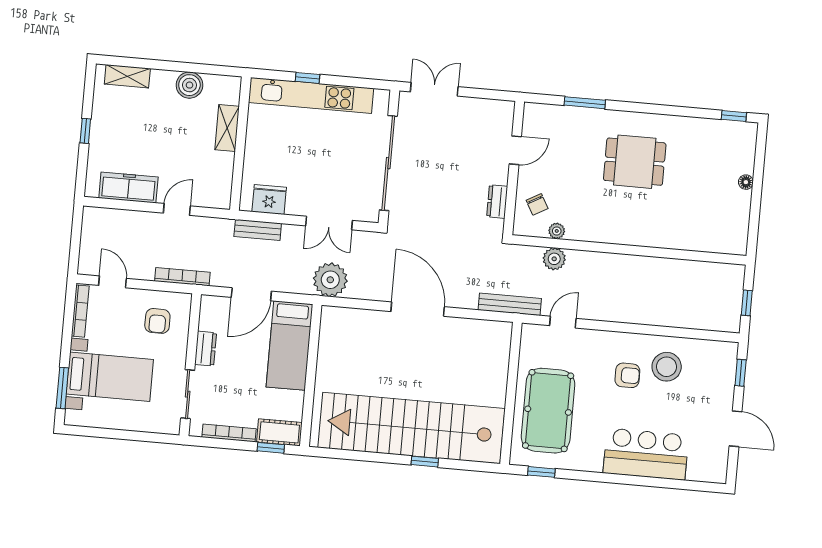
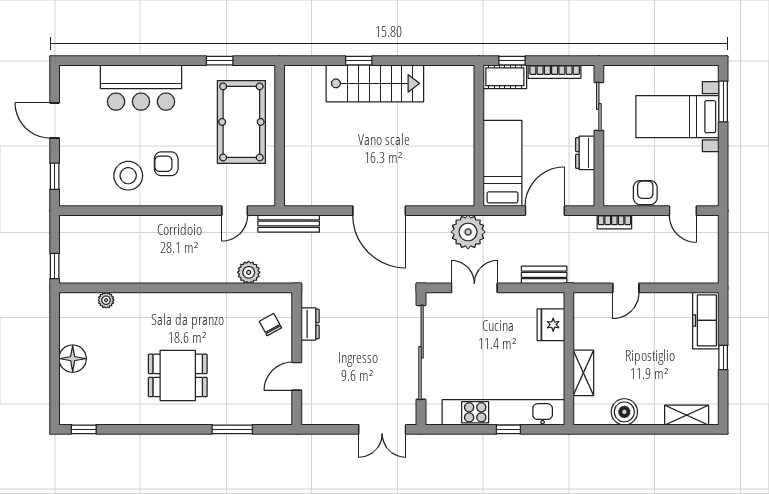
floor lamp: (746, 182) -> (73, 359), width x1.89, depth x1.89
freezer: (128, 188) -> (706, 320), moved, turned 90
fridge: (269, 200) -> (551, 325), moved, turned 90
plant: (557, 231) -> (106, 300), moved
bookcase: (182, 277) -> (614, 222), width x0.64
window: (747, 303) -> (55, 266), moved
bookcase: (80, 311) -> (712, 179), removed
armchair: (157, 321) -> (645, 193), moved
stairs: (411, 428) -> (375, 83), width x0.54, depth x0.66
window: (541, 472) -> (220, 61), moved

